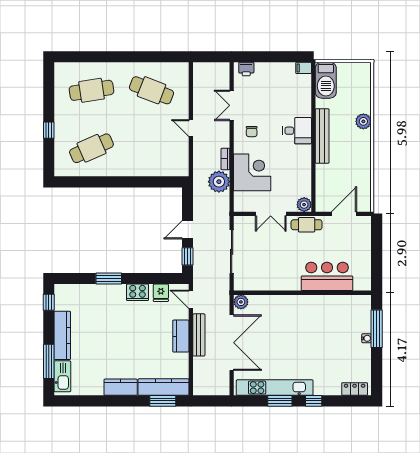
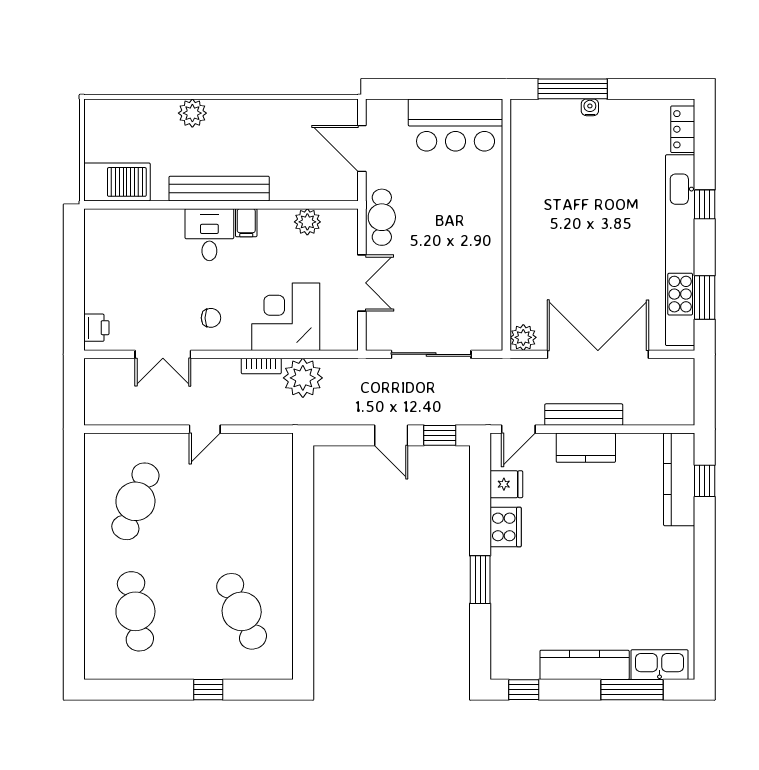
filing cabinet: (304, 68) -> (246, 223), moved
plant: (304, 205) -> (307, 222), moved
bar counter: (327, 276) -> (456, 125), moved, turned -90
kitchen counter: (121, 387) -> (680, 558), removed
kitchen unit: (275, 388) -> (680, 250), width x1.36
window: (163, 401) -> (705, 481), width x0.67
window: (280, 401) -> (705, 297), moved

